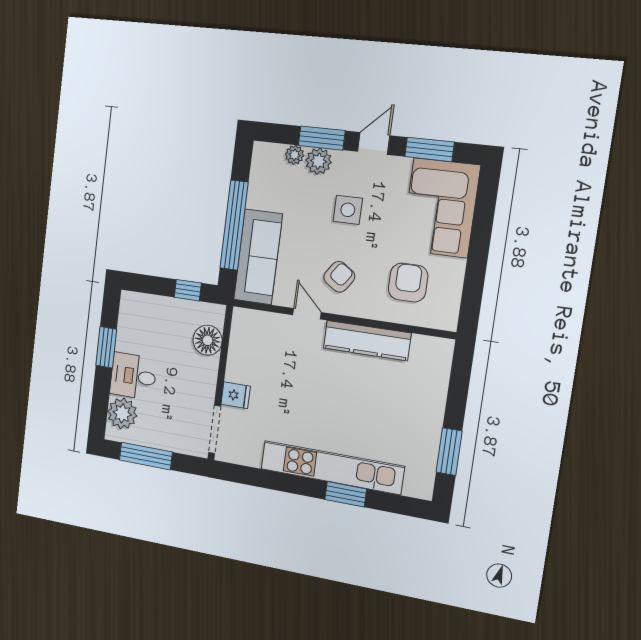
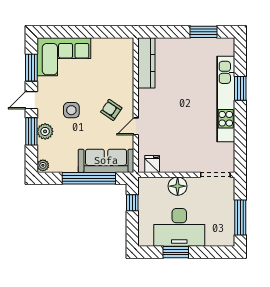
door: (374, 144) -> (31, 100), hinge flipped
plant: (295, 155) -> (43, 165), moved
armchair: (408, 283) -> (109, 69), removed
floor lamp: (208, 340) -> (178, 186), moved
kitchen counter: (367, 341) -> (146, 63), moved
desk: (133, 376) -> (179, 227), width x1.87, depth x1.30
fridge: (236, 395) -> (152, 164), moved
plant: (122, 413) -> (216, 236), removed

